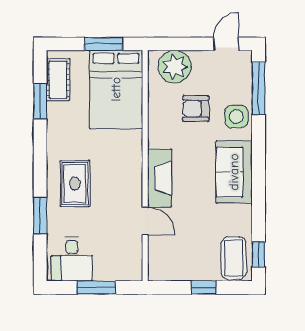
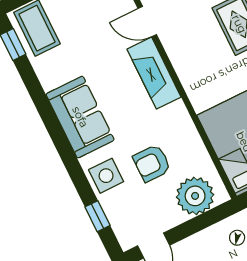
window: (258, 88) -> (98, 216), width x0.46
armchair: (196, 109) -> (152, 163), turned 180

